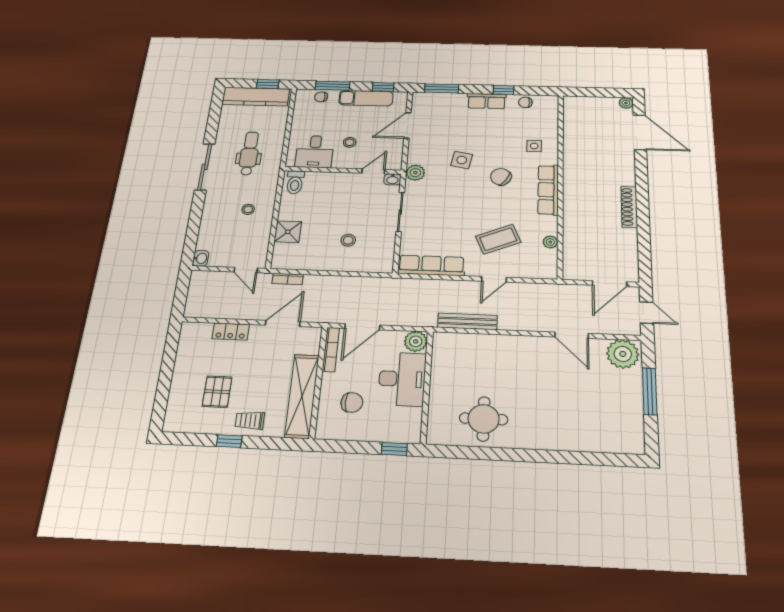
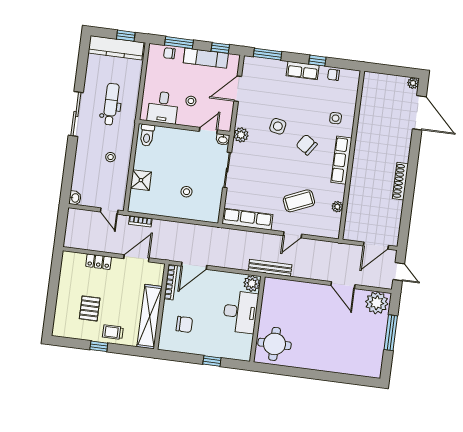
plant: (416, 341) -> (252, 283), moved
desk: (402, 379) -> (240, 312), moved
wall: (427, 387) -> (257, 319), moved

